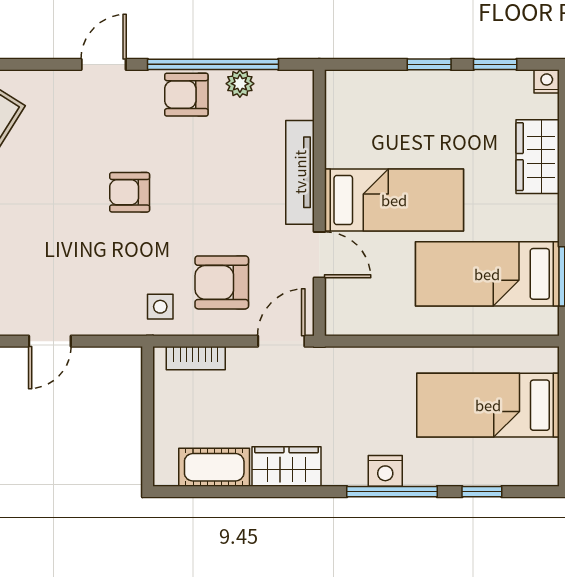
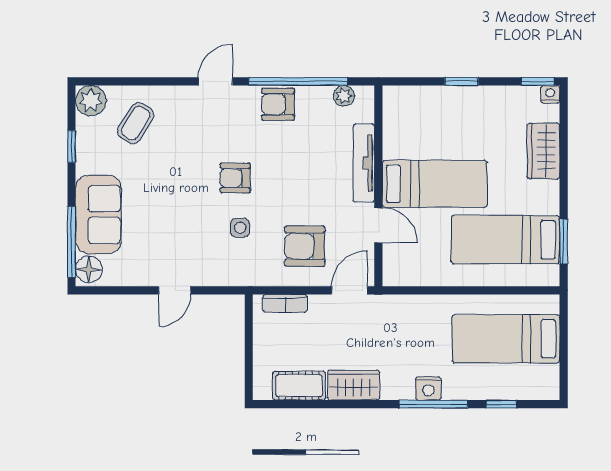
window: (495, 64) -> (538, 81), moved
plant: (240, 84) -> (344, 96), moved
side table: (160, 307) -> (240, 228), moved

